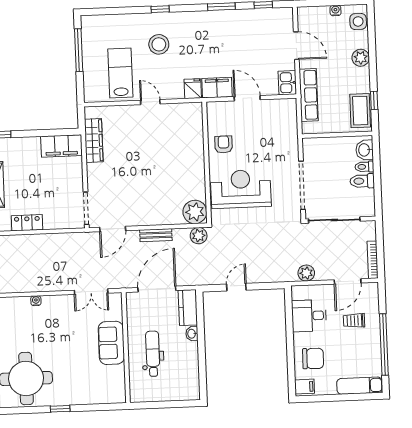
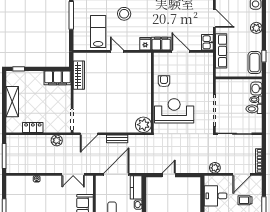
plant: (199, 236) -> (57, 140), moved

